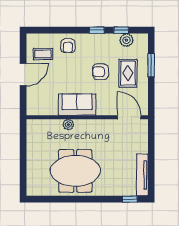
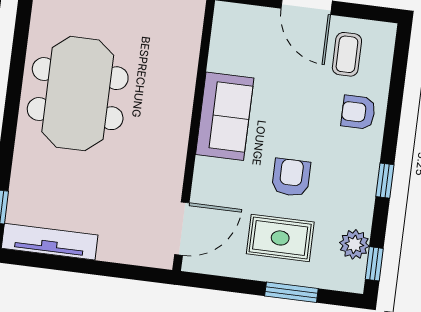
window: (121, 30) -> (374, 264), moved
plant: (68, 125) -> (183, 91), removed

